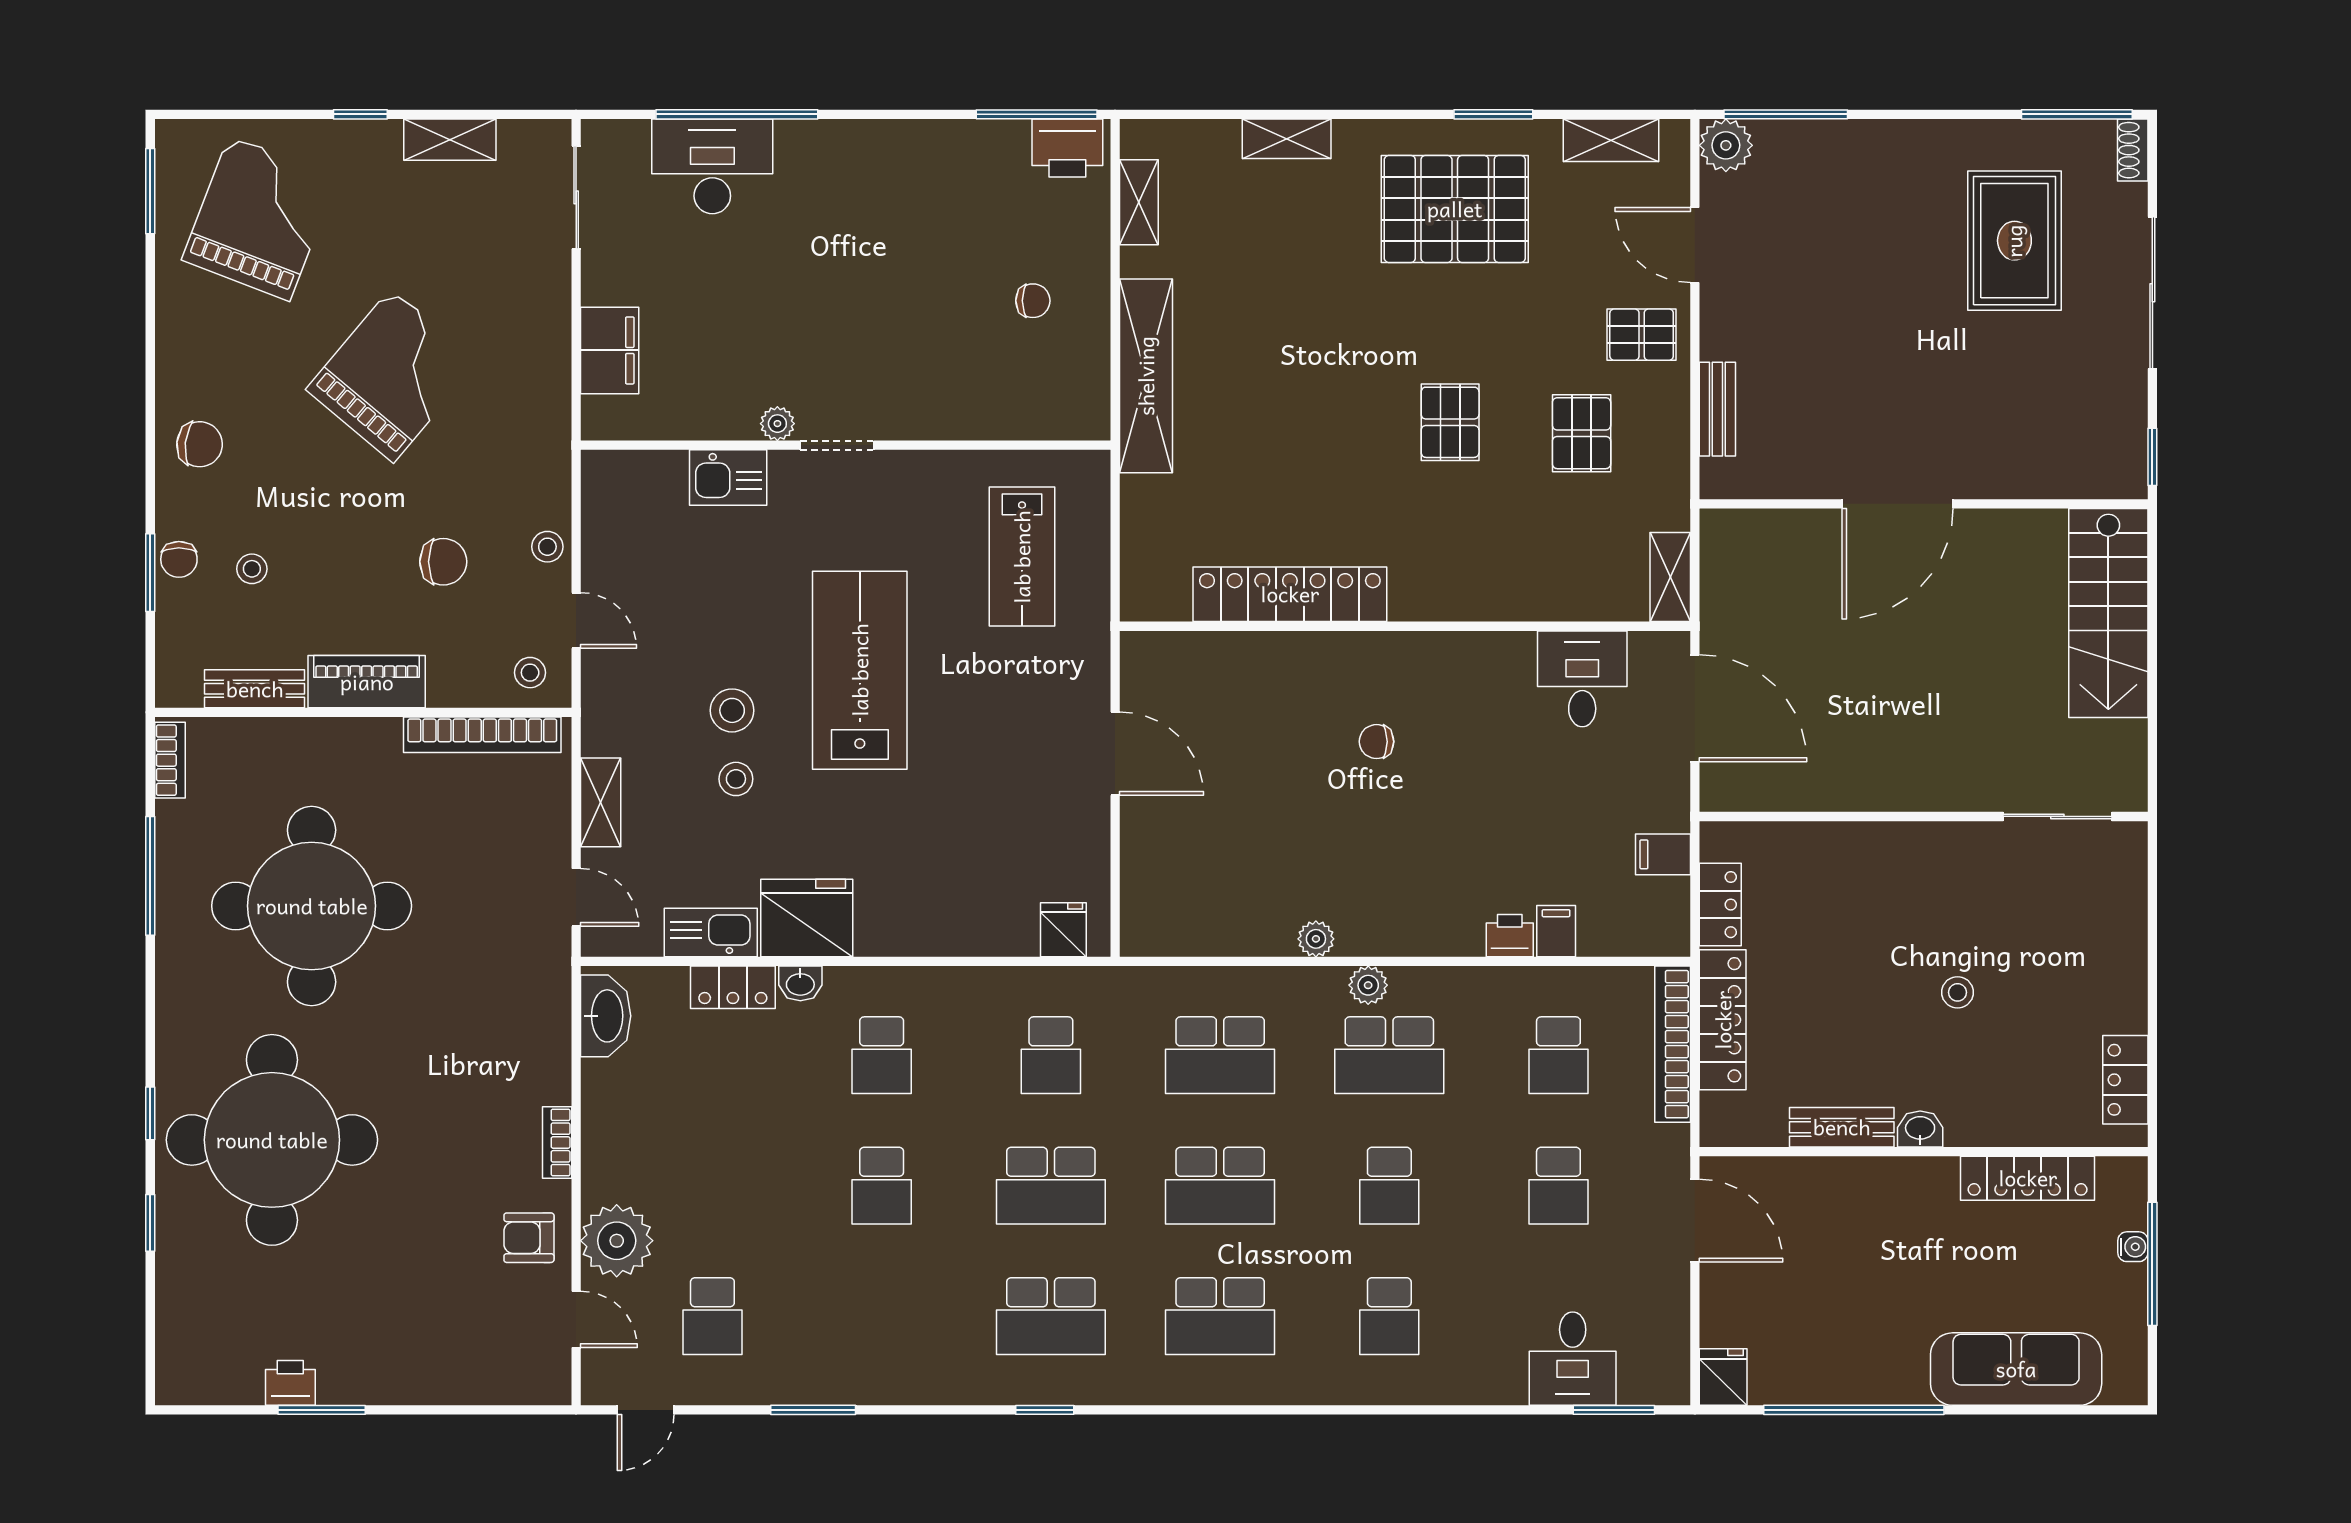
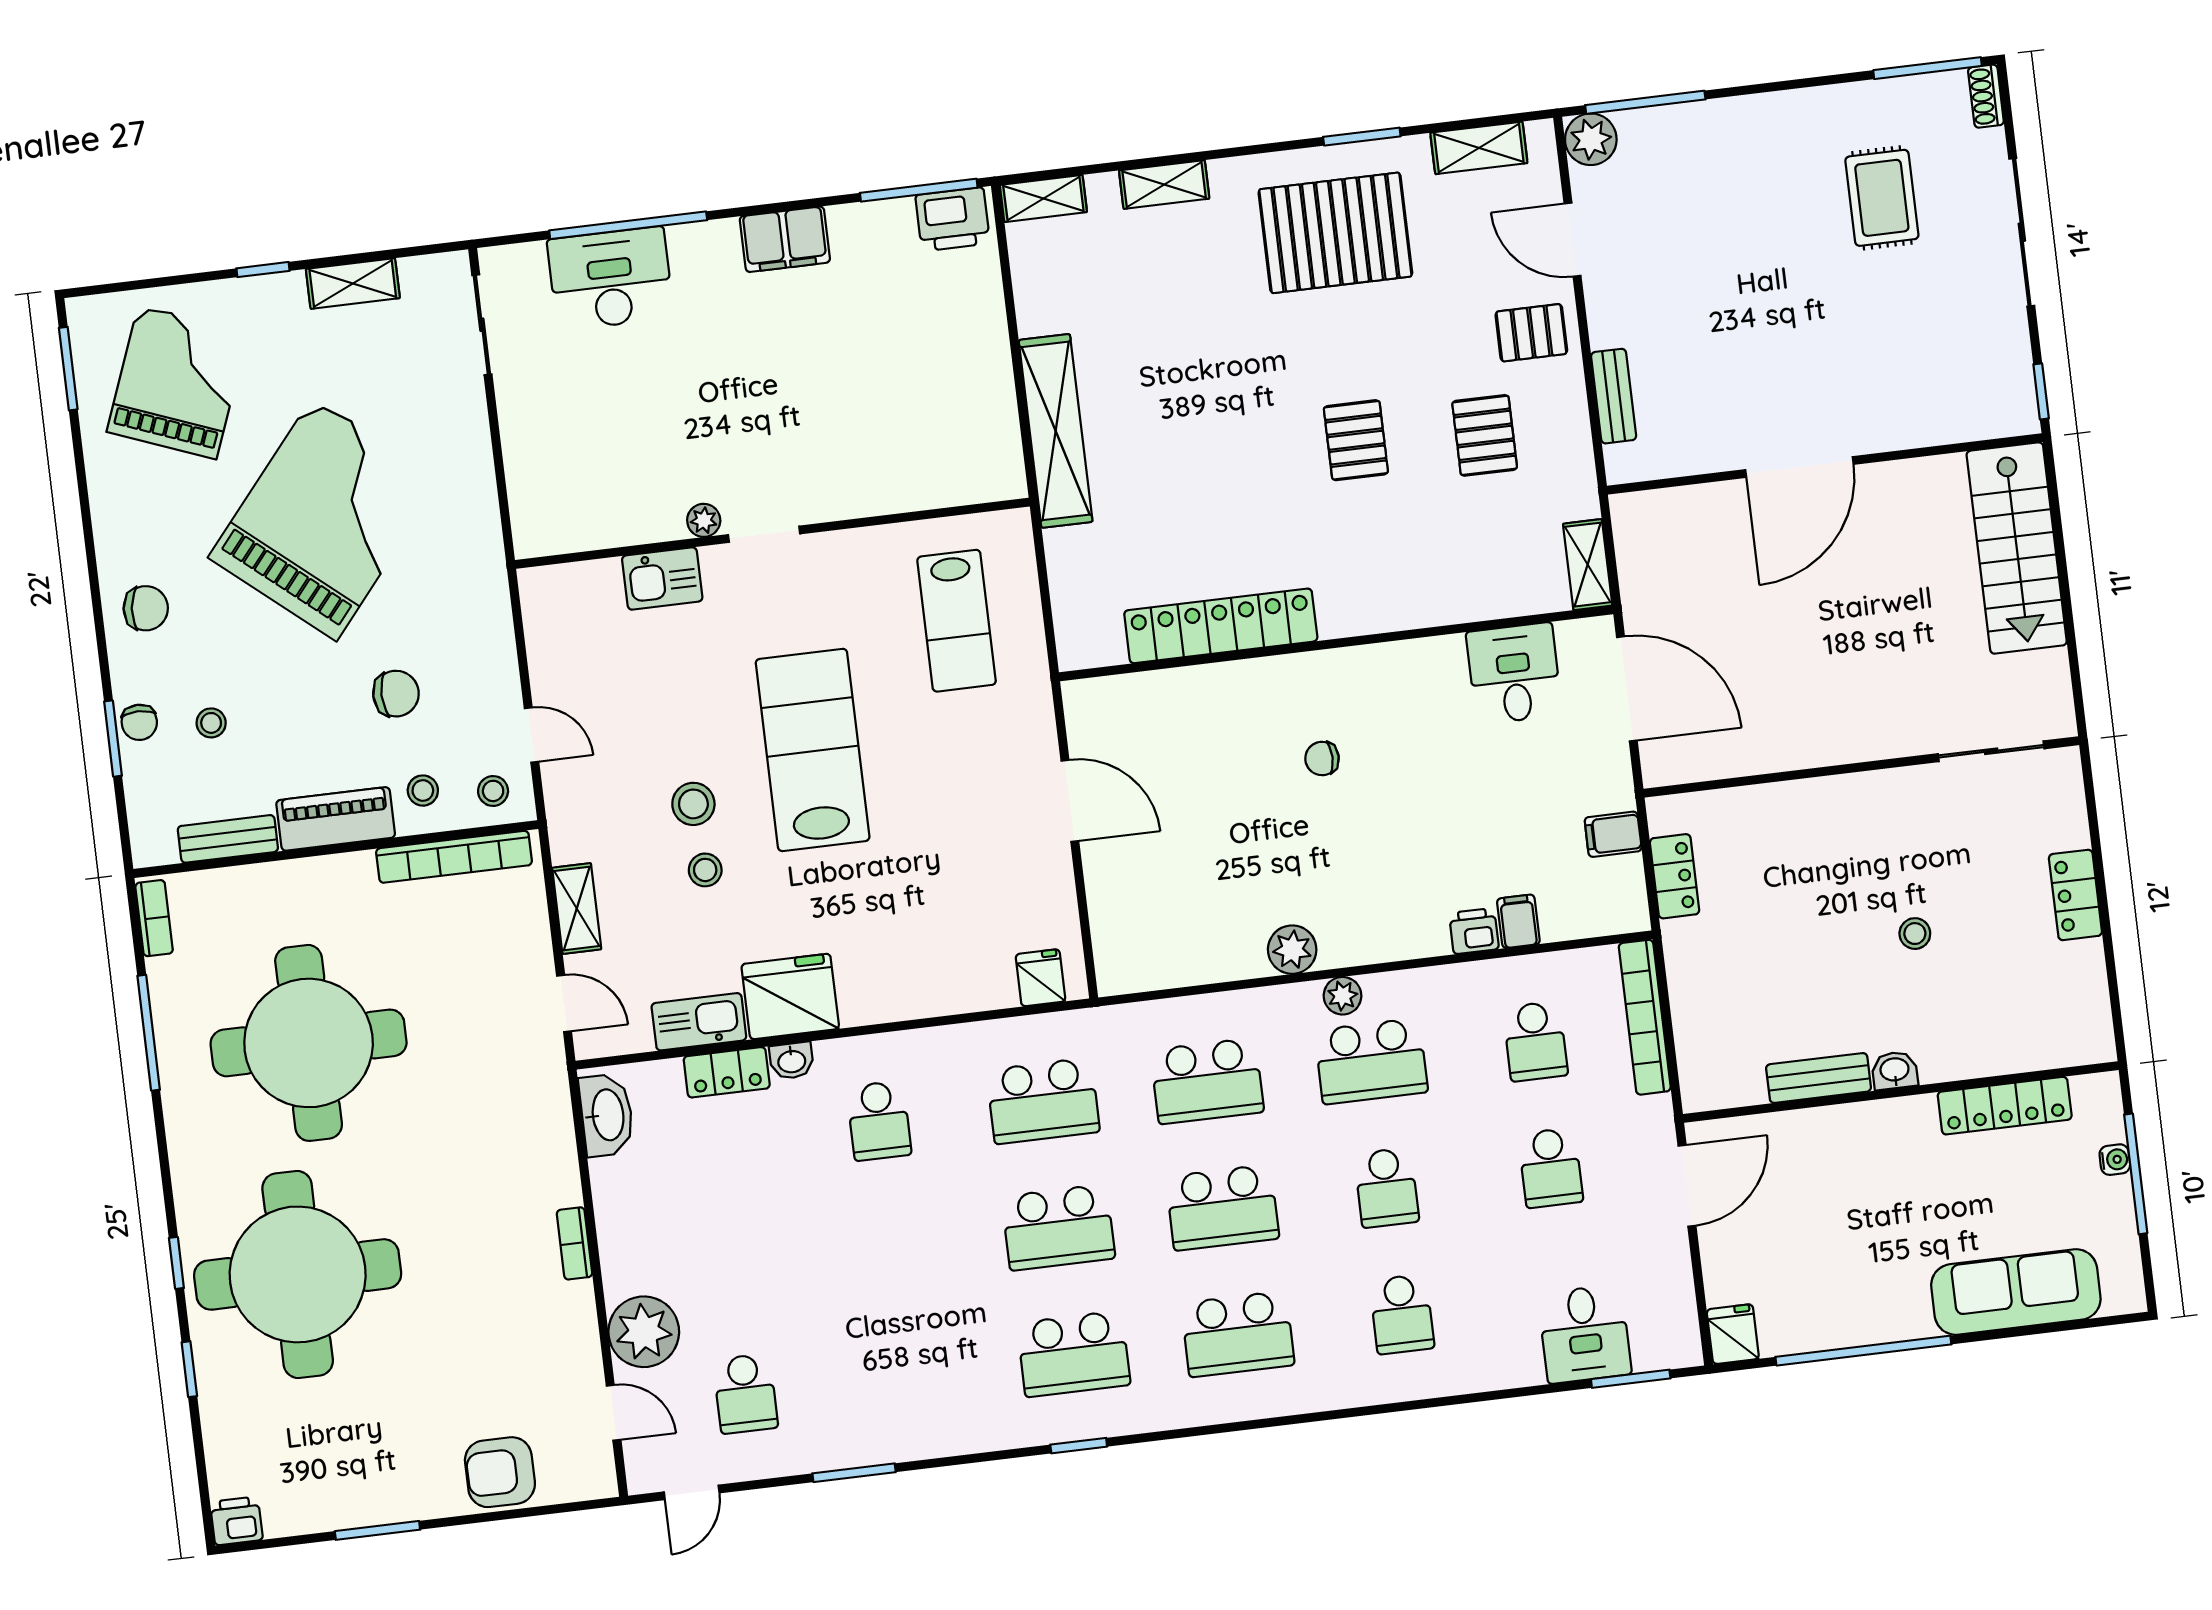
shelving: (1139, 202) -> (1043, 198), moved, turned 90
rug: (2014, 241) -> (1882, 198), width x0.73, depth x0.70
chair: (1033, 301) -> (937, 371), removed
filing cabinet: (610, 350) -> (785, 239), moved, turned 90
grand piano: (392, 375) -> (325, 519), width x1.37, depth x1.48
stool: (547, 547) -> (423, 791), moved
plant: (1316, 939) -> (1292, 950), width x1.38, depth x1.38
locker: (1723, 1020) -> (1690, 988), removed
school desk: (1051, 1055) -> (1043, 1101), width x1.85
locker: (2125, 1080) -> (2075, 895), moved
school desk: (882, 1186) -> (894, 1247), removed
door: (1695, 1221) -> (1687, 1186), hinge flipped
armchair: (529, 1238) -> (500, 1472), moved, width x1.38, depth x1.38
printer: (290, 1383) -> (236, 1521), moved

